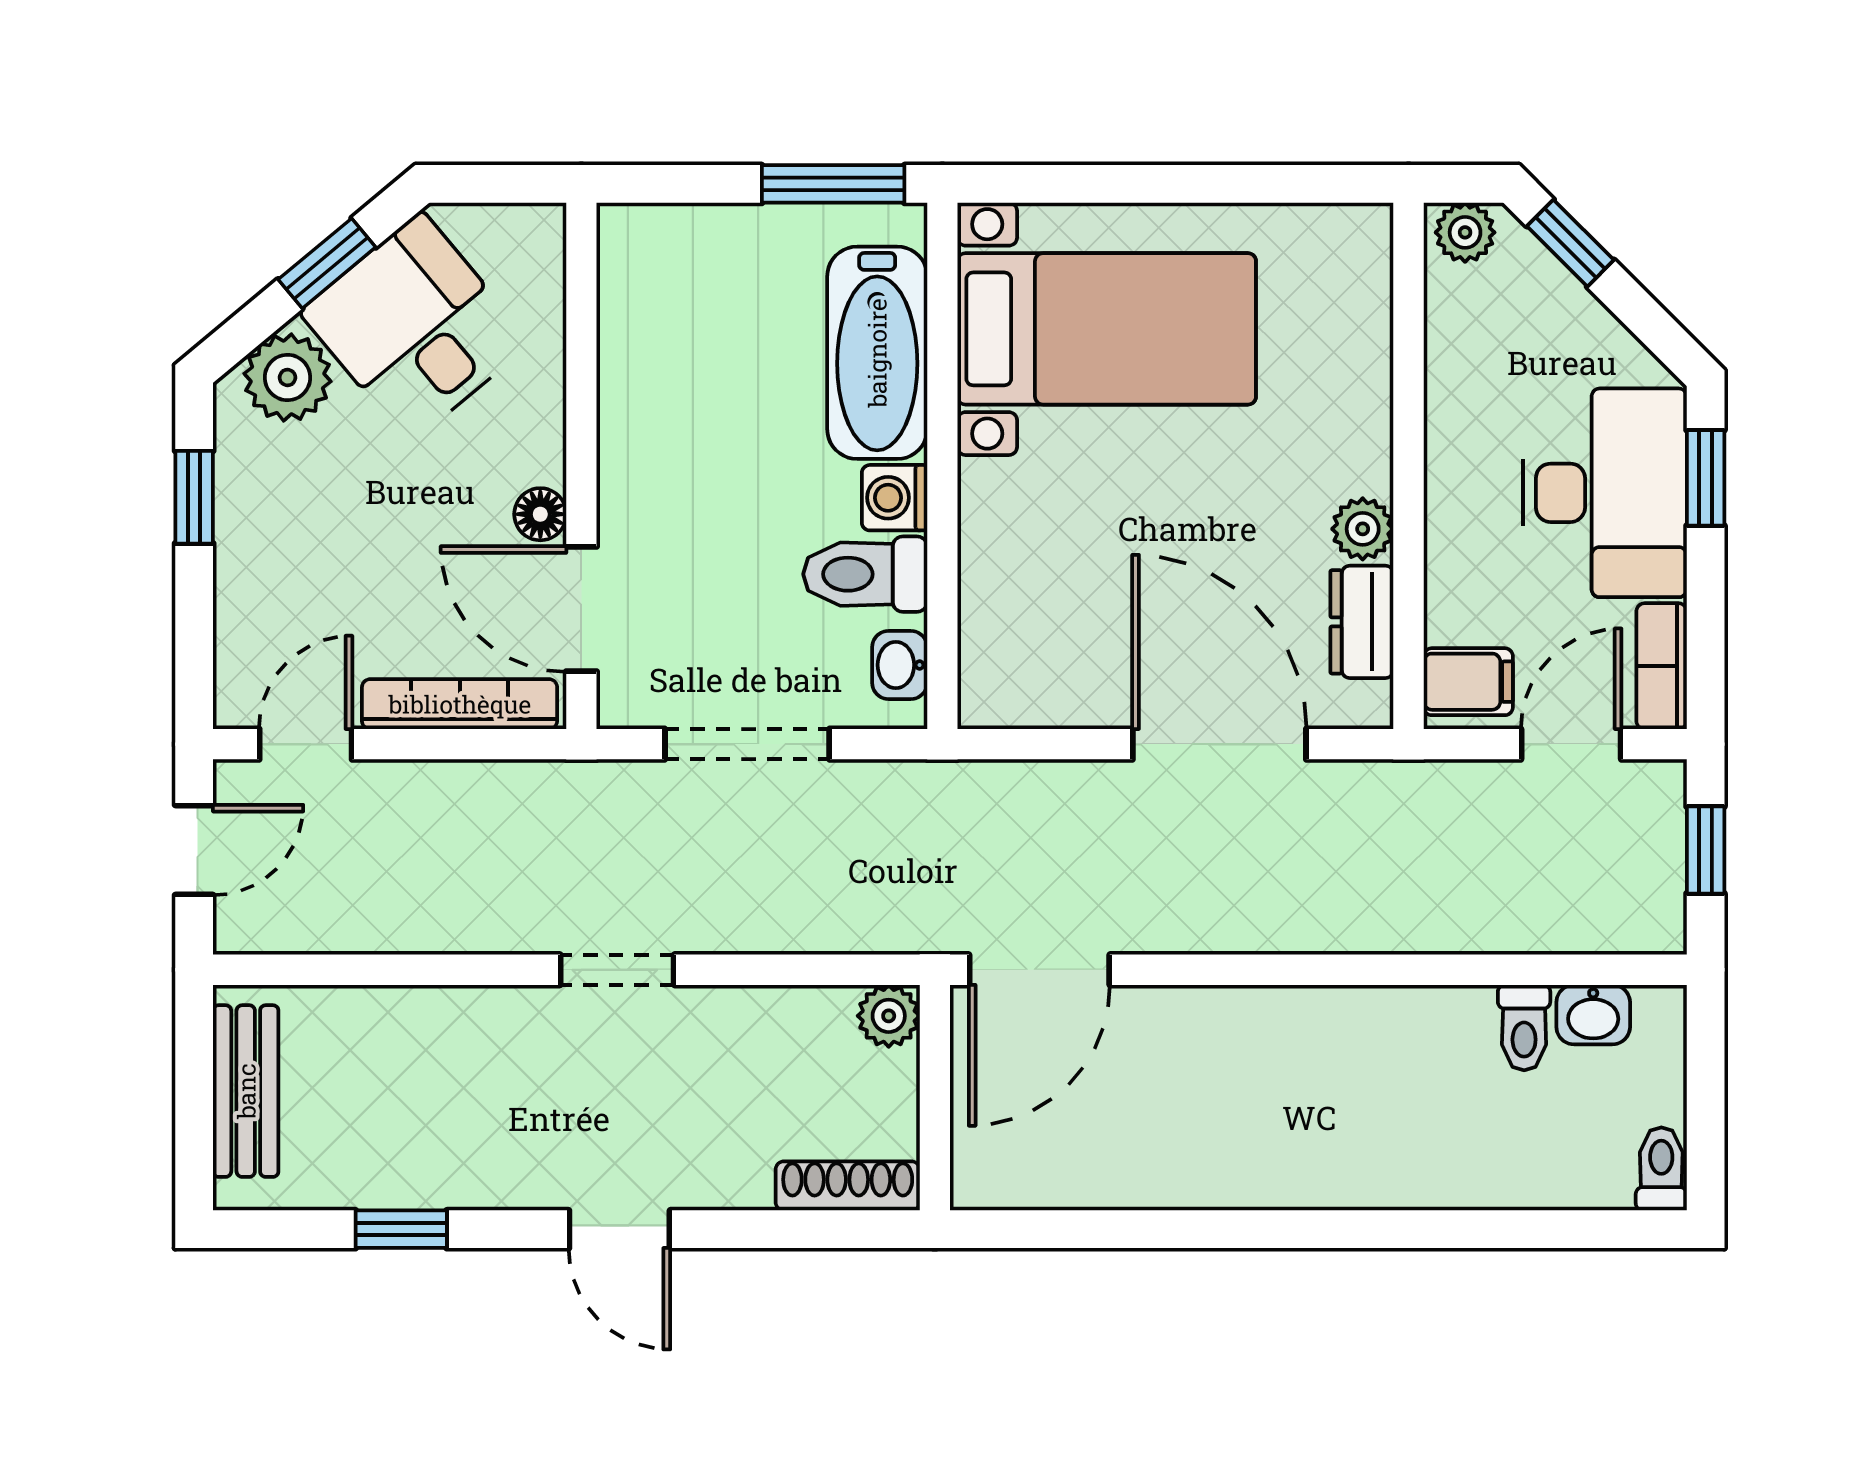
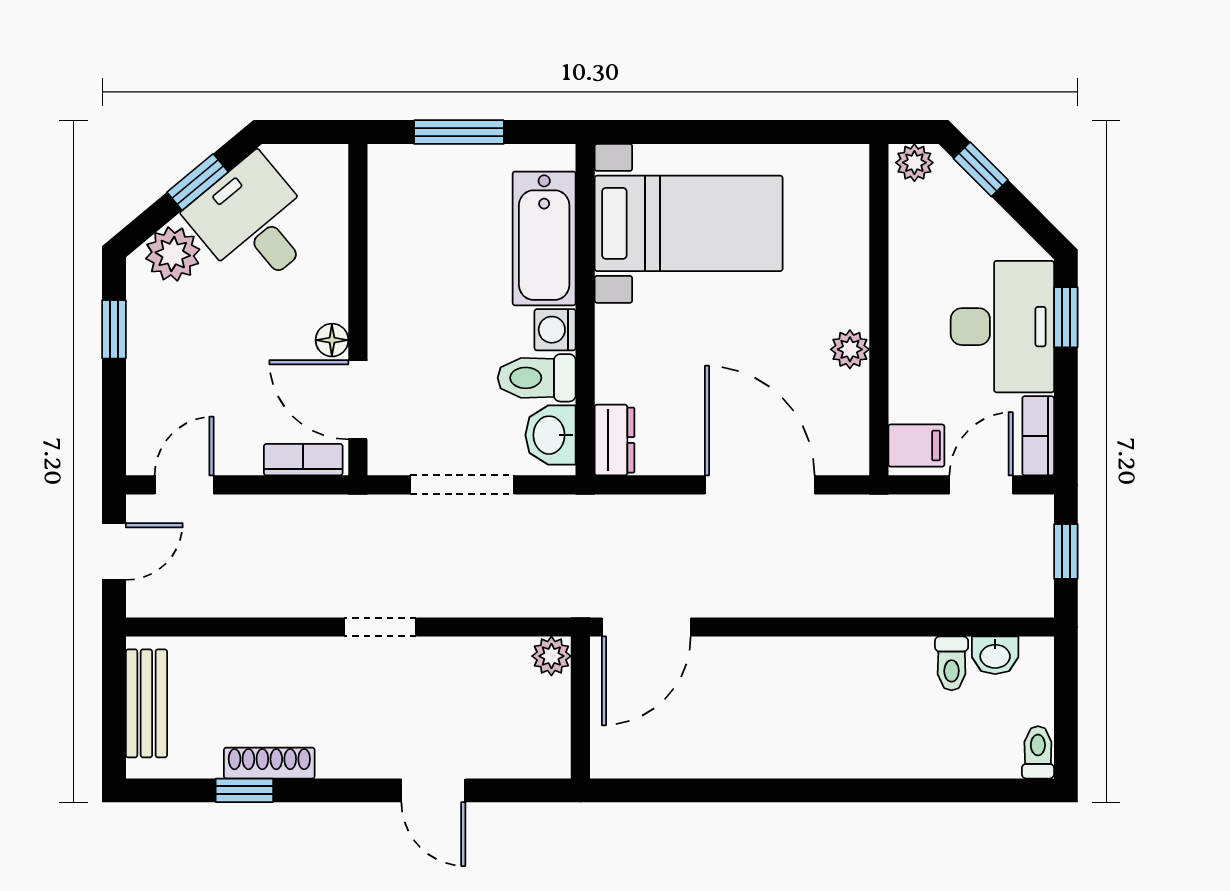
window: (833, 184) -> (459, 132), moved
dresser: (1362, 622) -> (615, 440), moved, turned 180
washbasin: (900, 665) -> (551, 435), width x1.38, depth x1.45
bookcase: (460, 704) -> (303, 460), width x0.64
shoe rack: (848, 1186) -> (269, 763), moved
door: (619, 1229) -> (433, 790), moved

